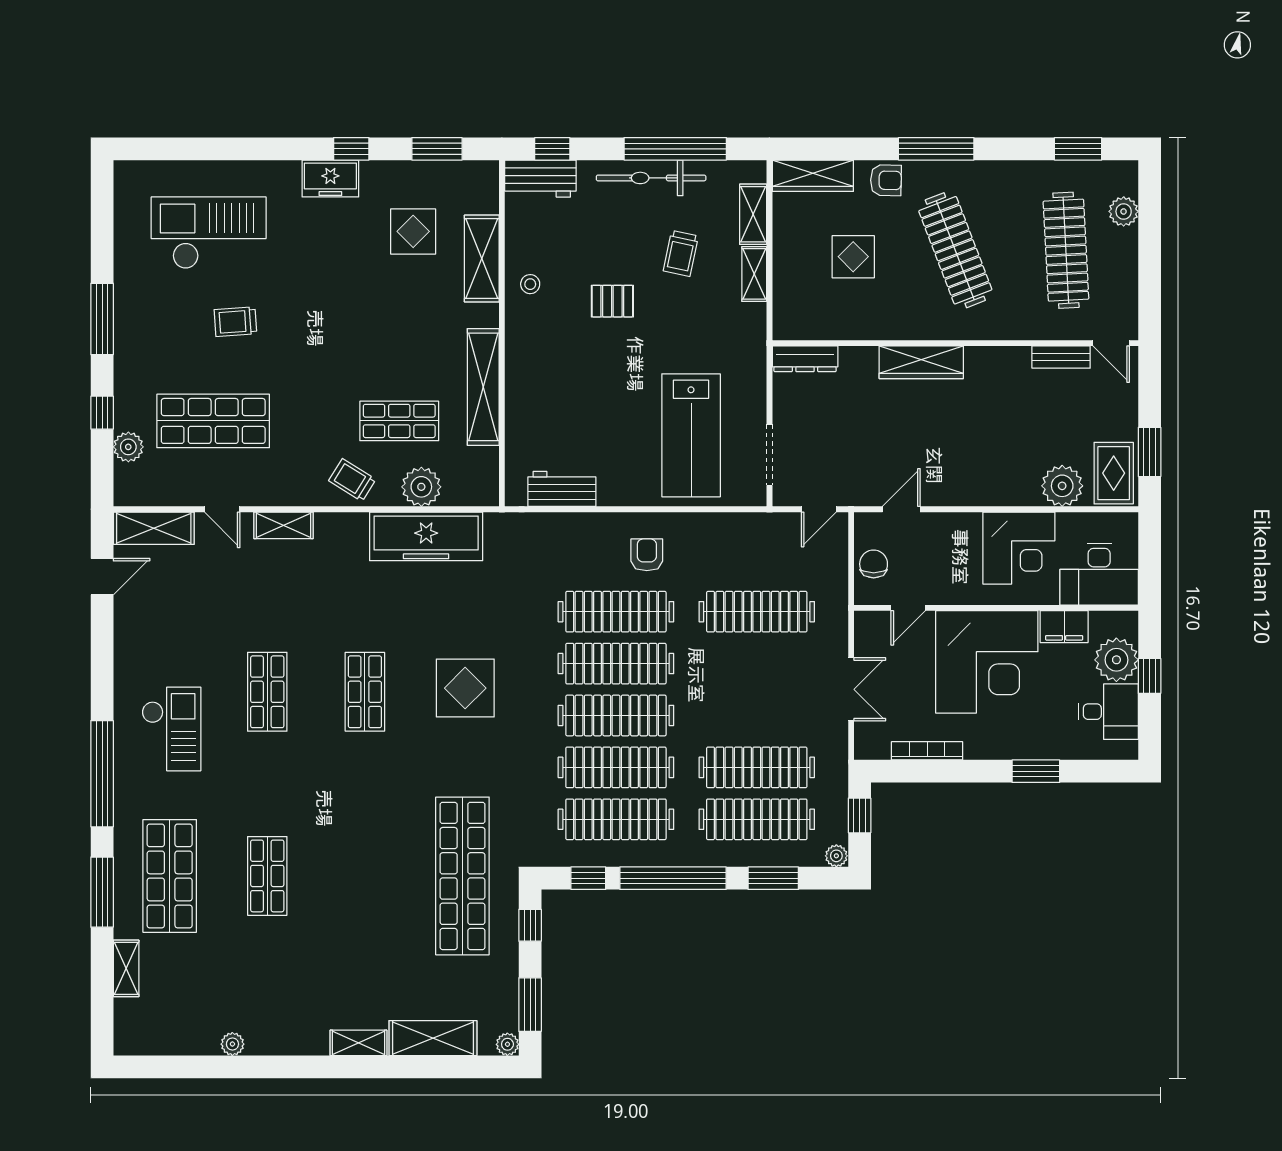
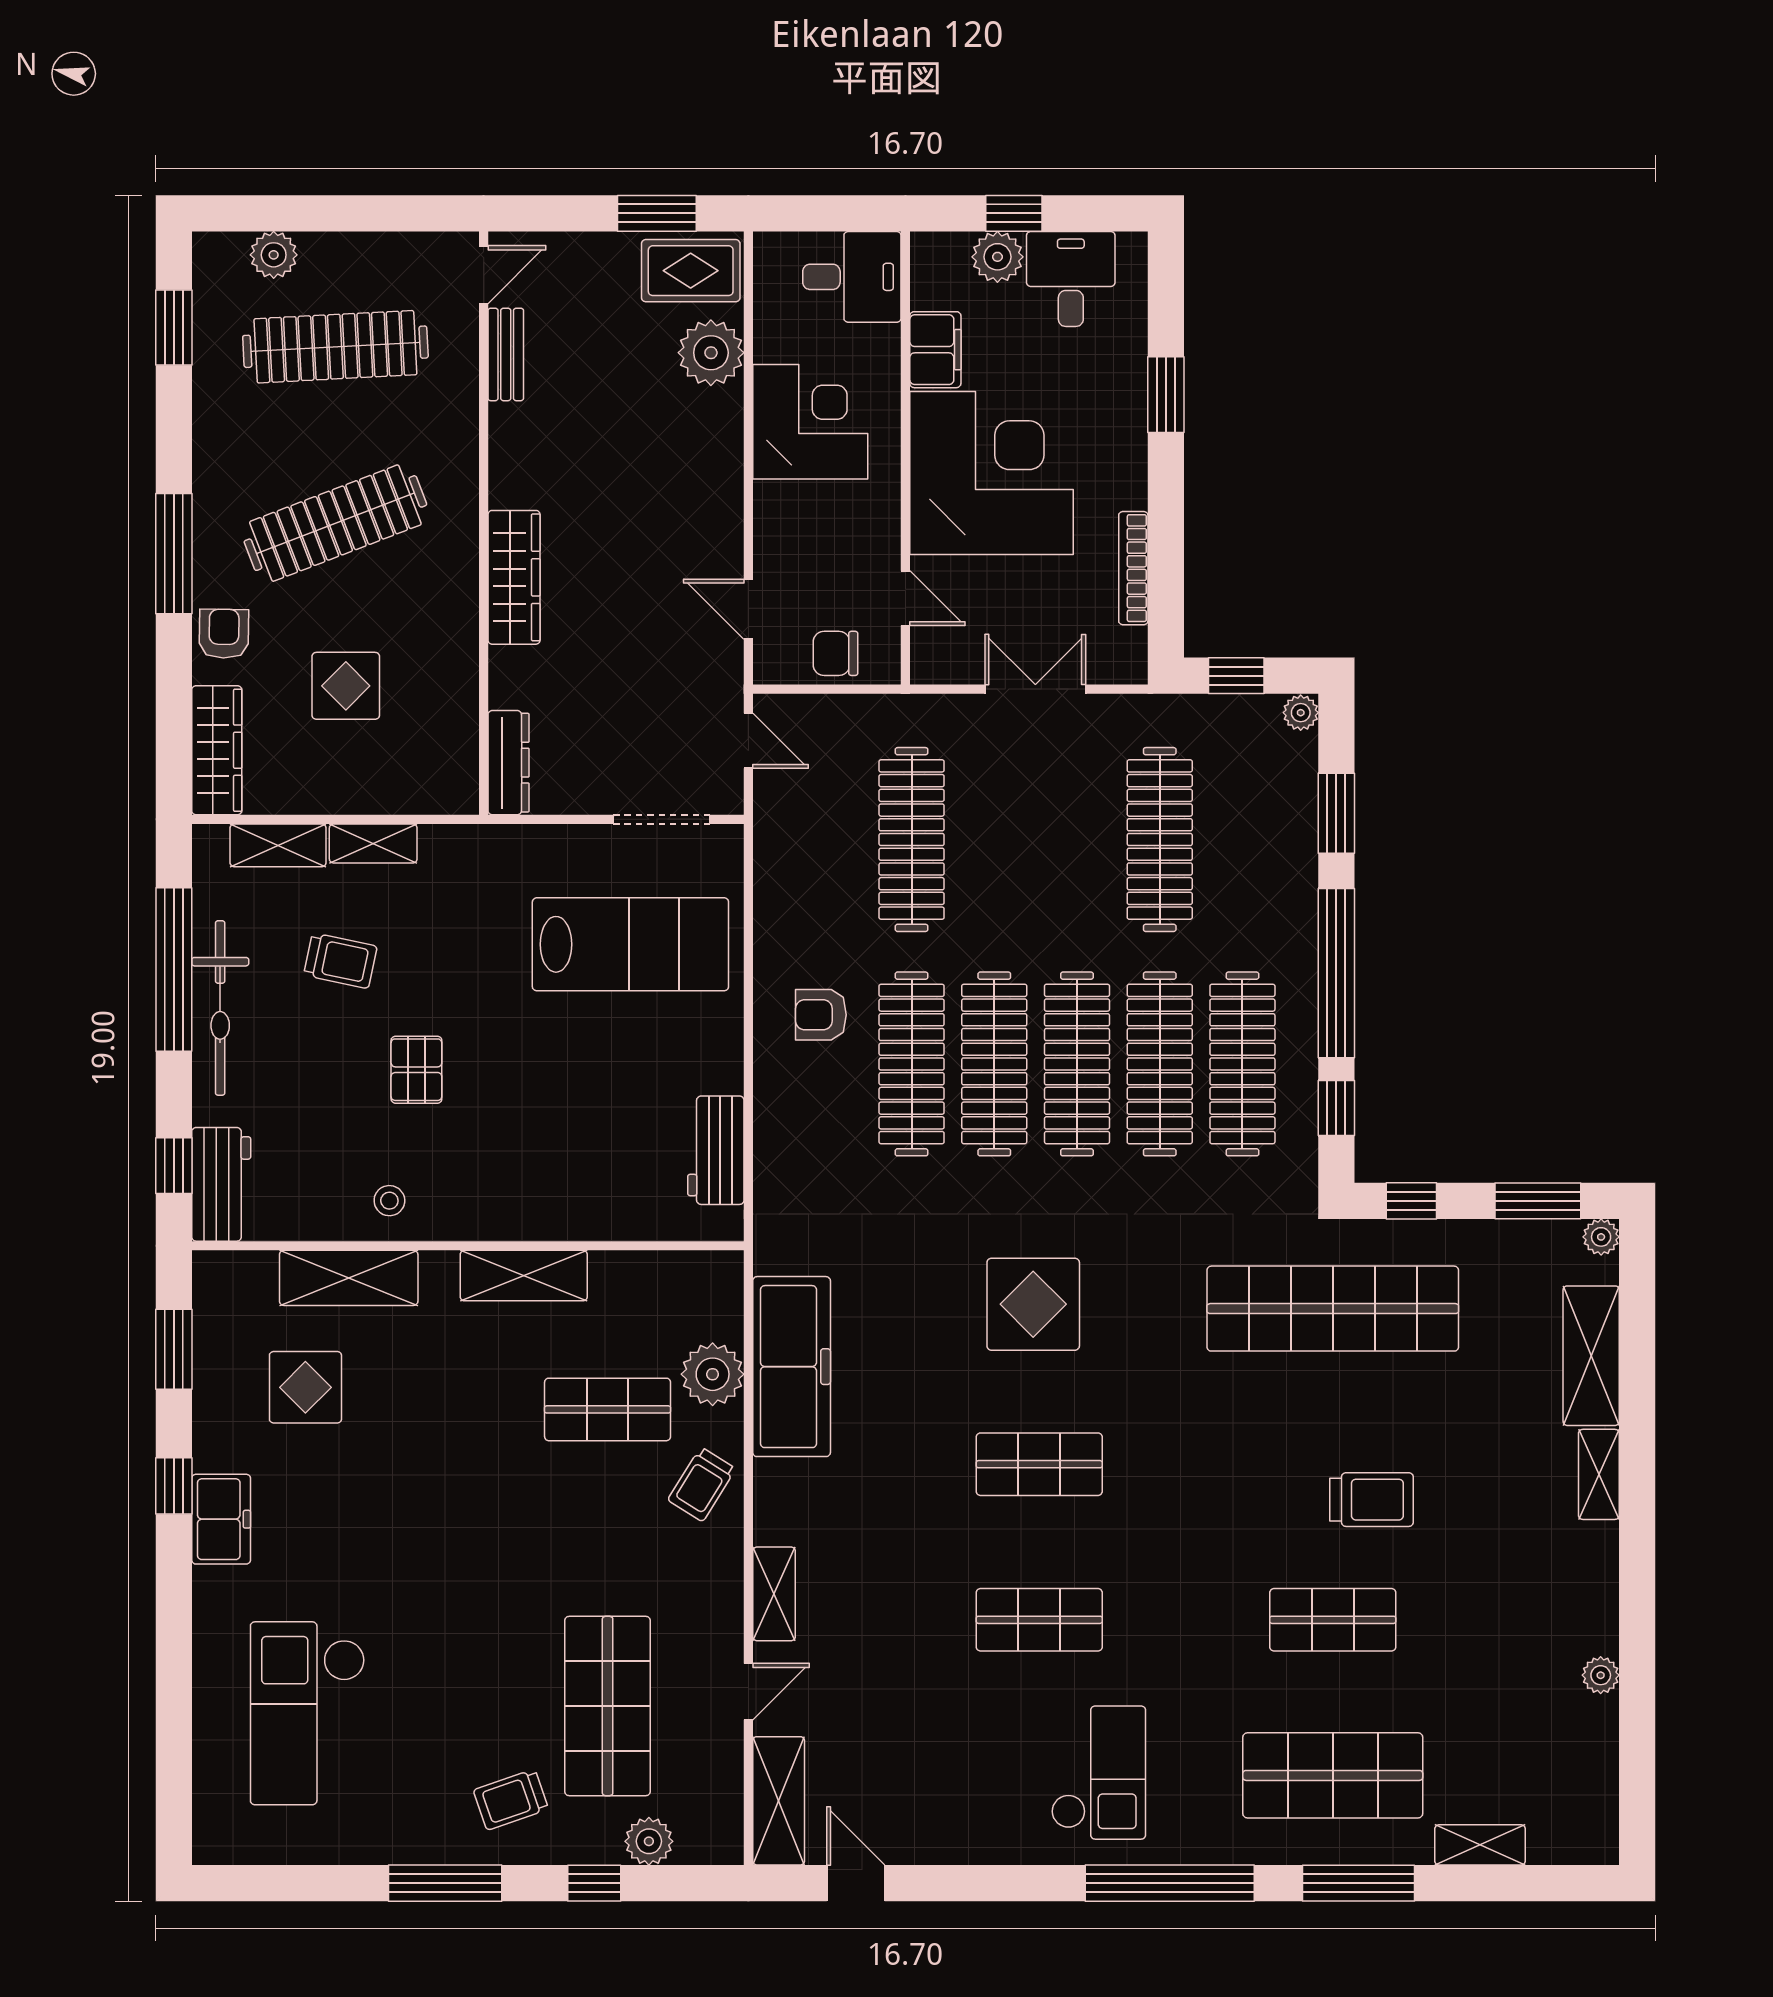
trolley: (235, 322) -> (511, 1800), moved, turned 75
shelving: (483, 387) -> (524, 1276), width x0.68
shop shelf: (399, 421) -> (608, 1409), turned 90
desk: (1099, 574) -> (852, 277), width x0.73
plant: (1116, 660) -> (997, 257), width x0.73, depth x0.73
checkout: (171, 729) -> (1098, 1773), turned 90
clothes rail: (757, 819) -> (1242, 840), removed
trolley: (343, 900) -> (1372, 1500), added

